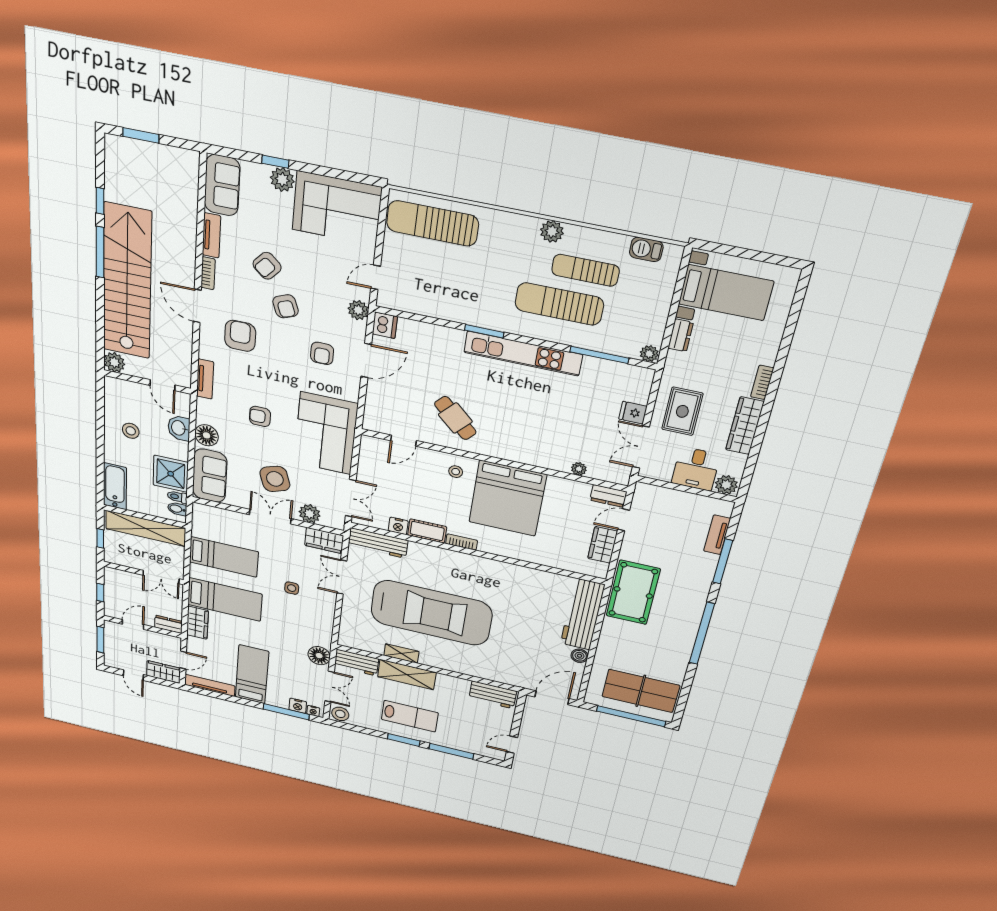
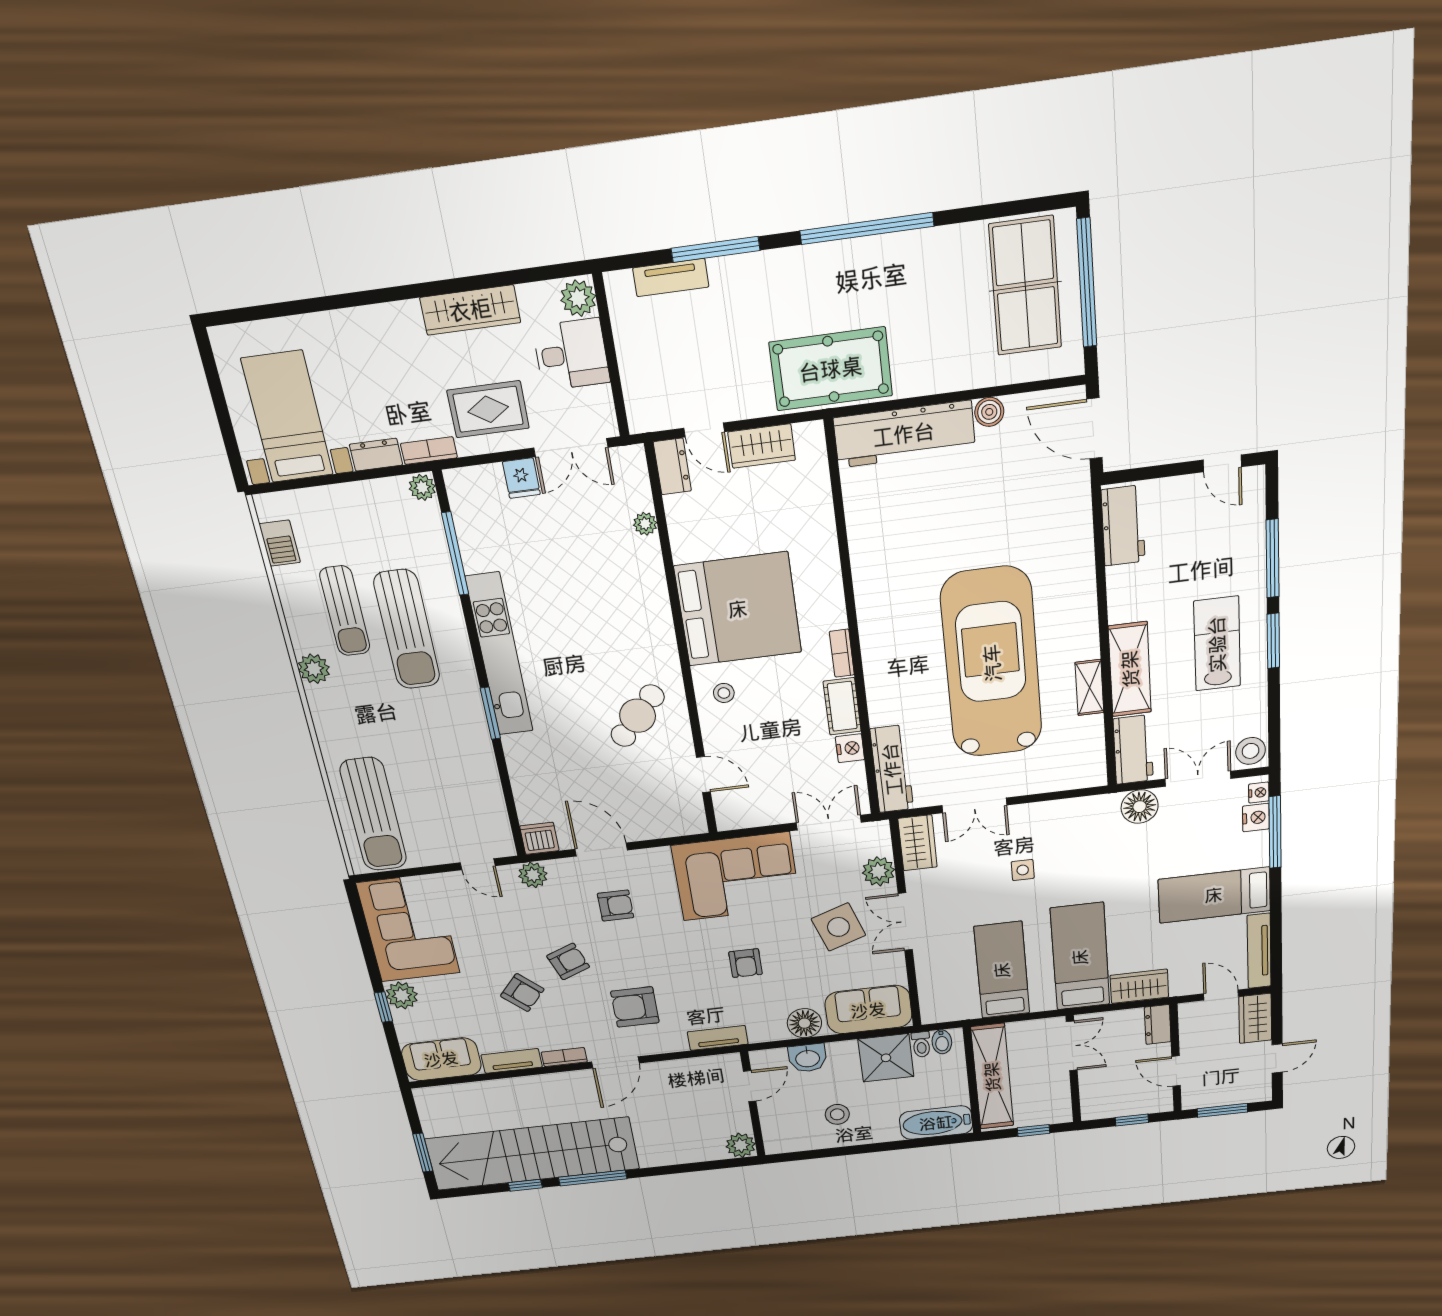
stairs: (127, 282) -> (532, 1154), moved
bookcase: (762, 382) -> (429, 451), moved, turned 180

